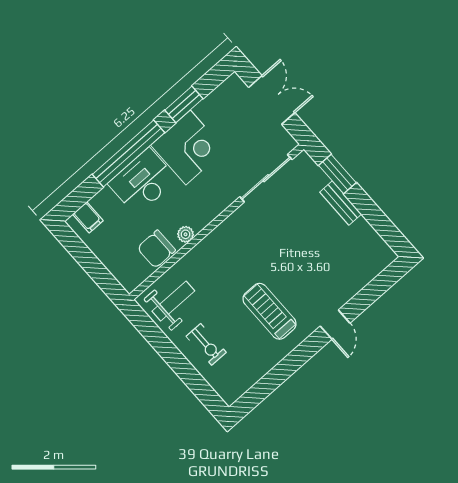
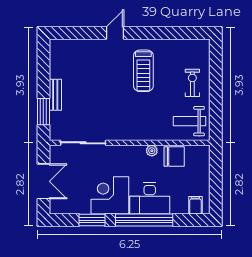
double door: (272, 100) -> (43, 181), swing flipped

